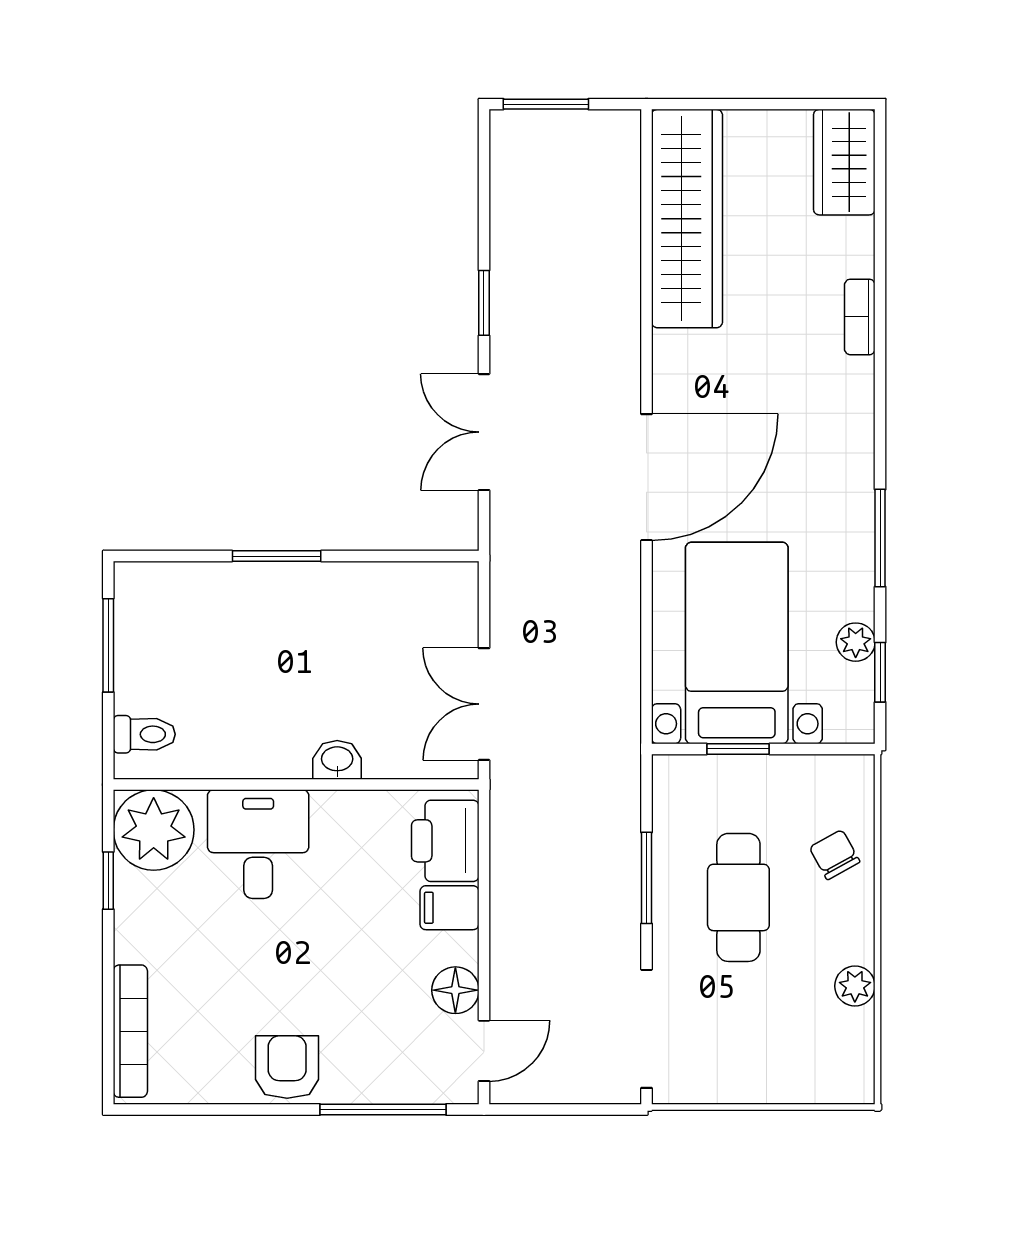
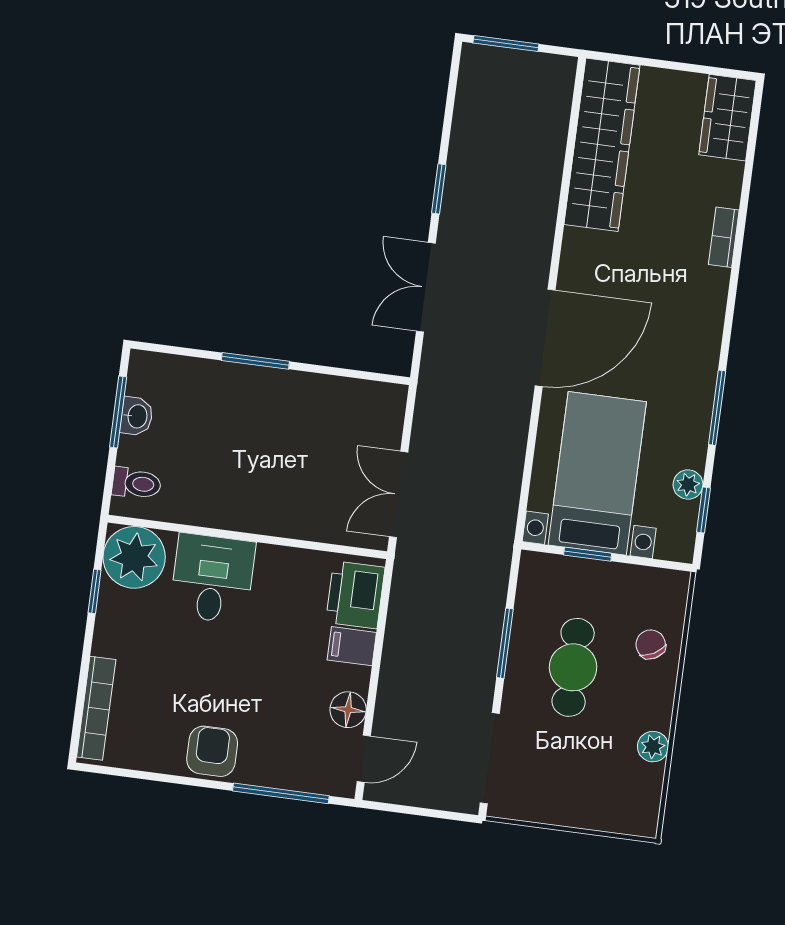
washbasin: (337, 760) -> (137, 416), moved, turned 90

